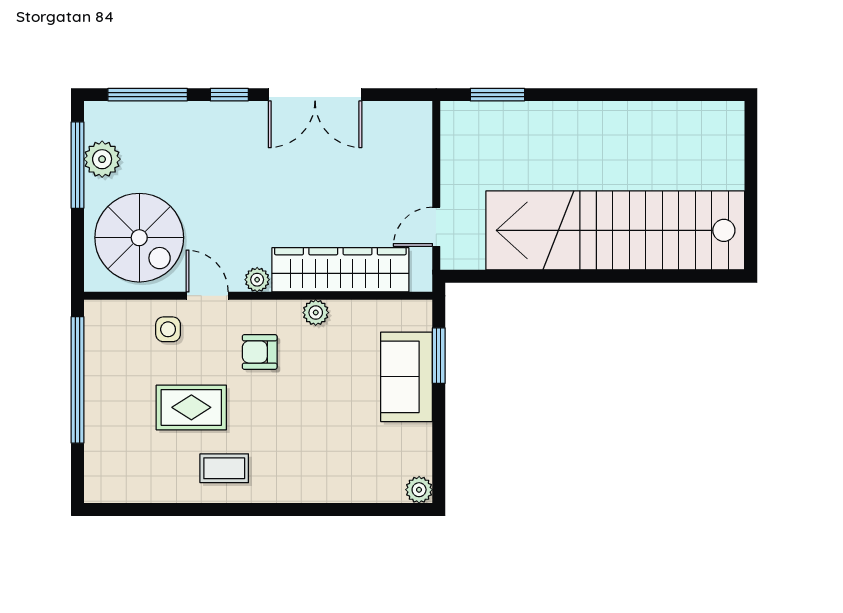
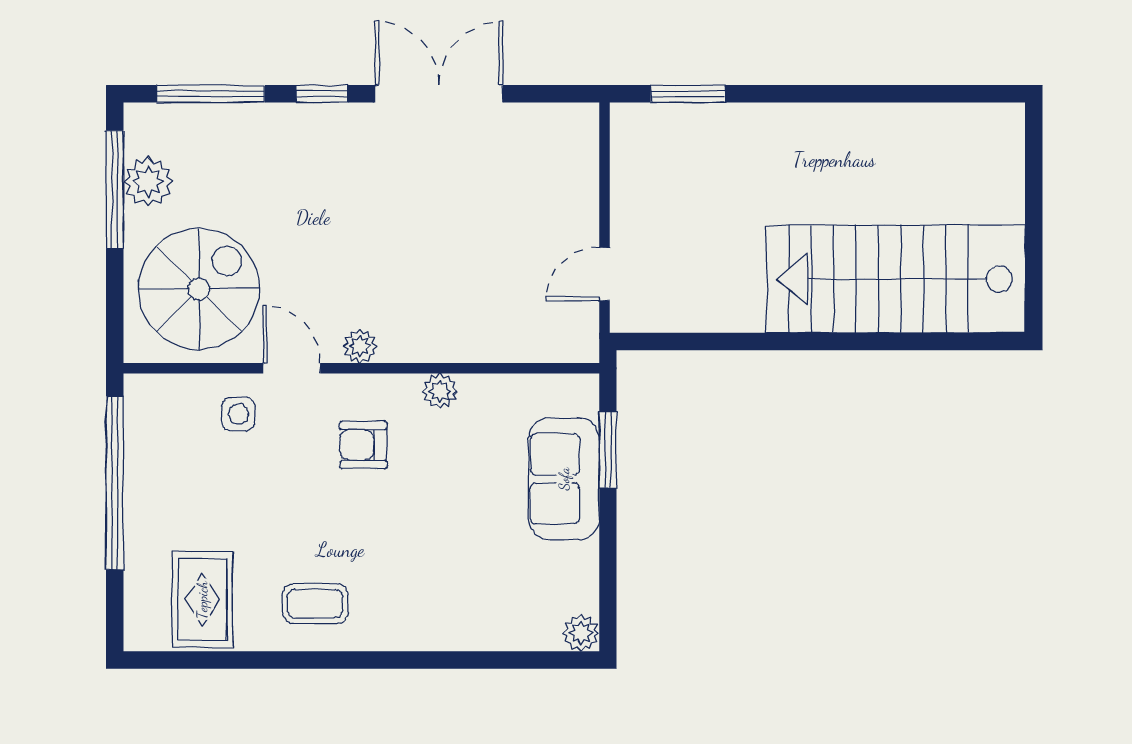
double door: (315, 95) -> (439, 94), swing flipped
stairs: (615, 230) -> (896, 279), width x0.73
spiral stairs: (139, 238) -> (199, 289), turned -90
wardrobe: (340, 270) -> (474, 333), removed
rug: (191, 407) -> (202, 600), moved, turned 90

